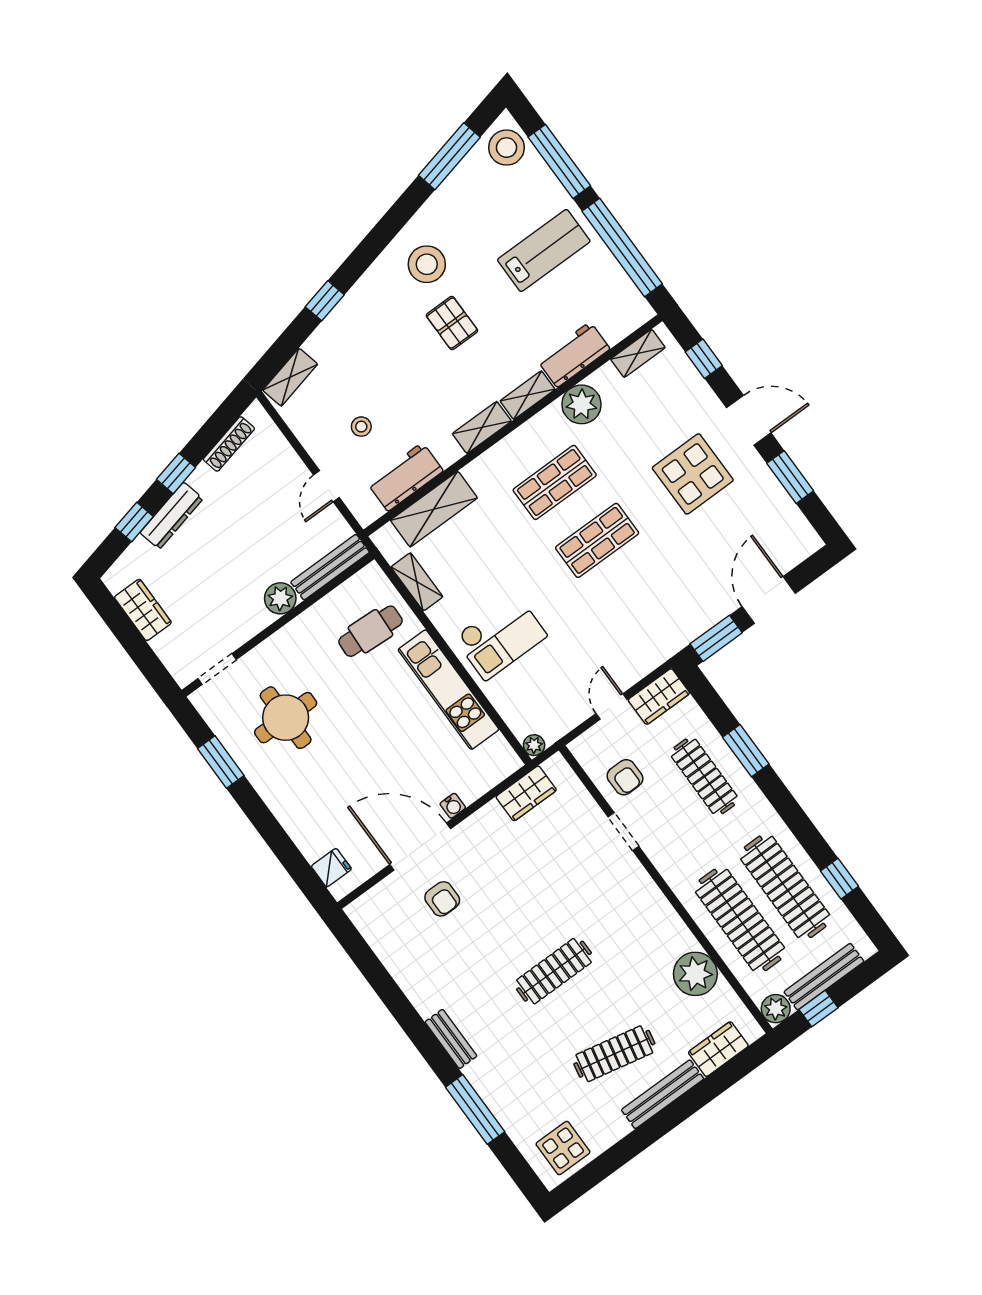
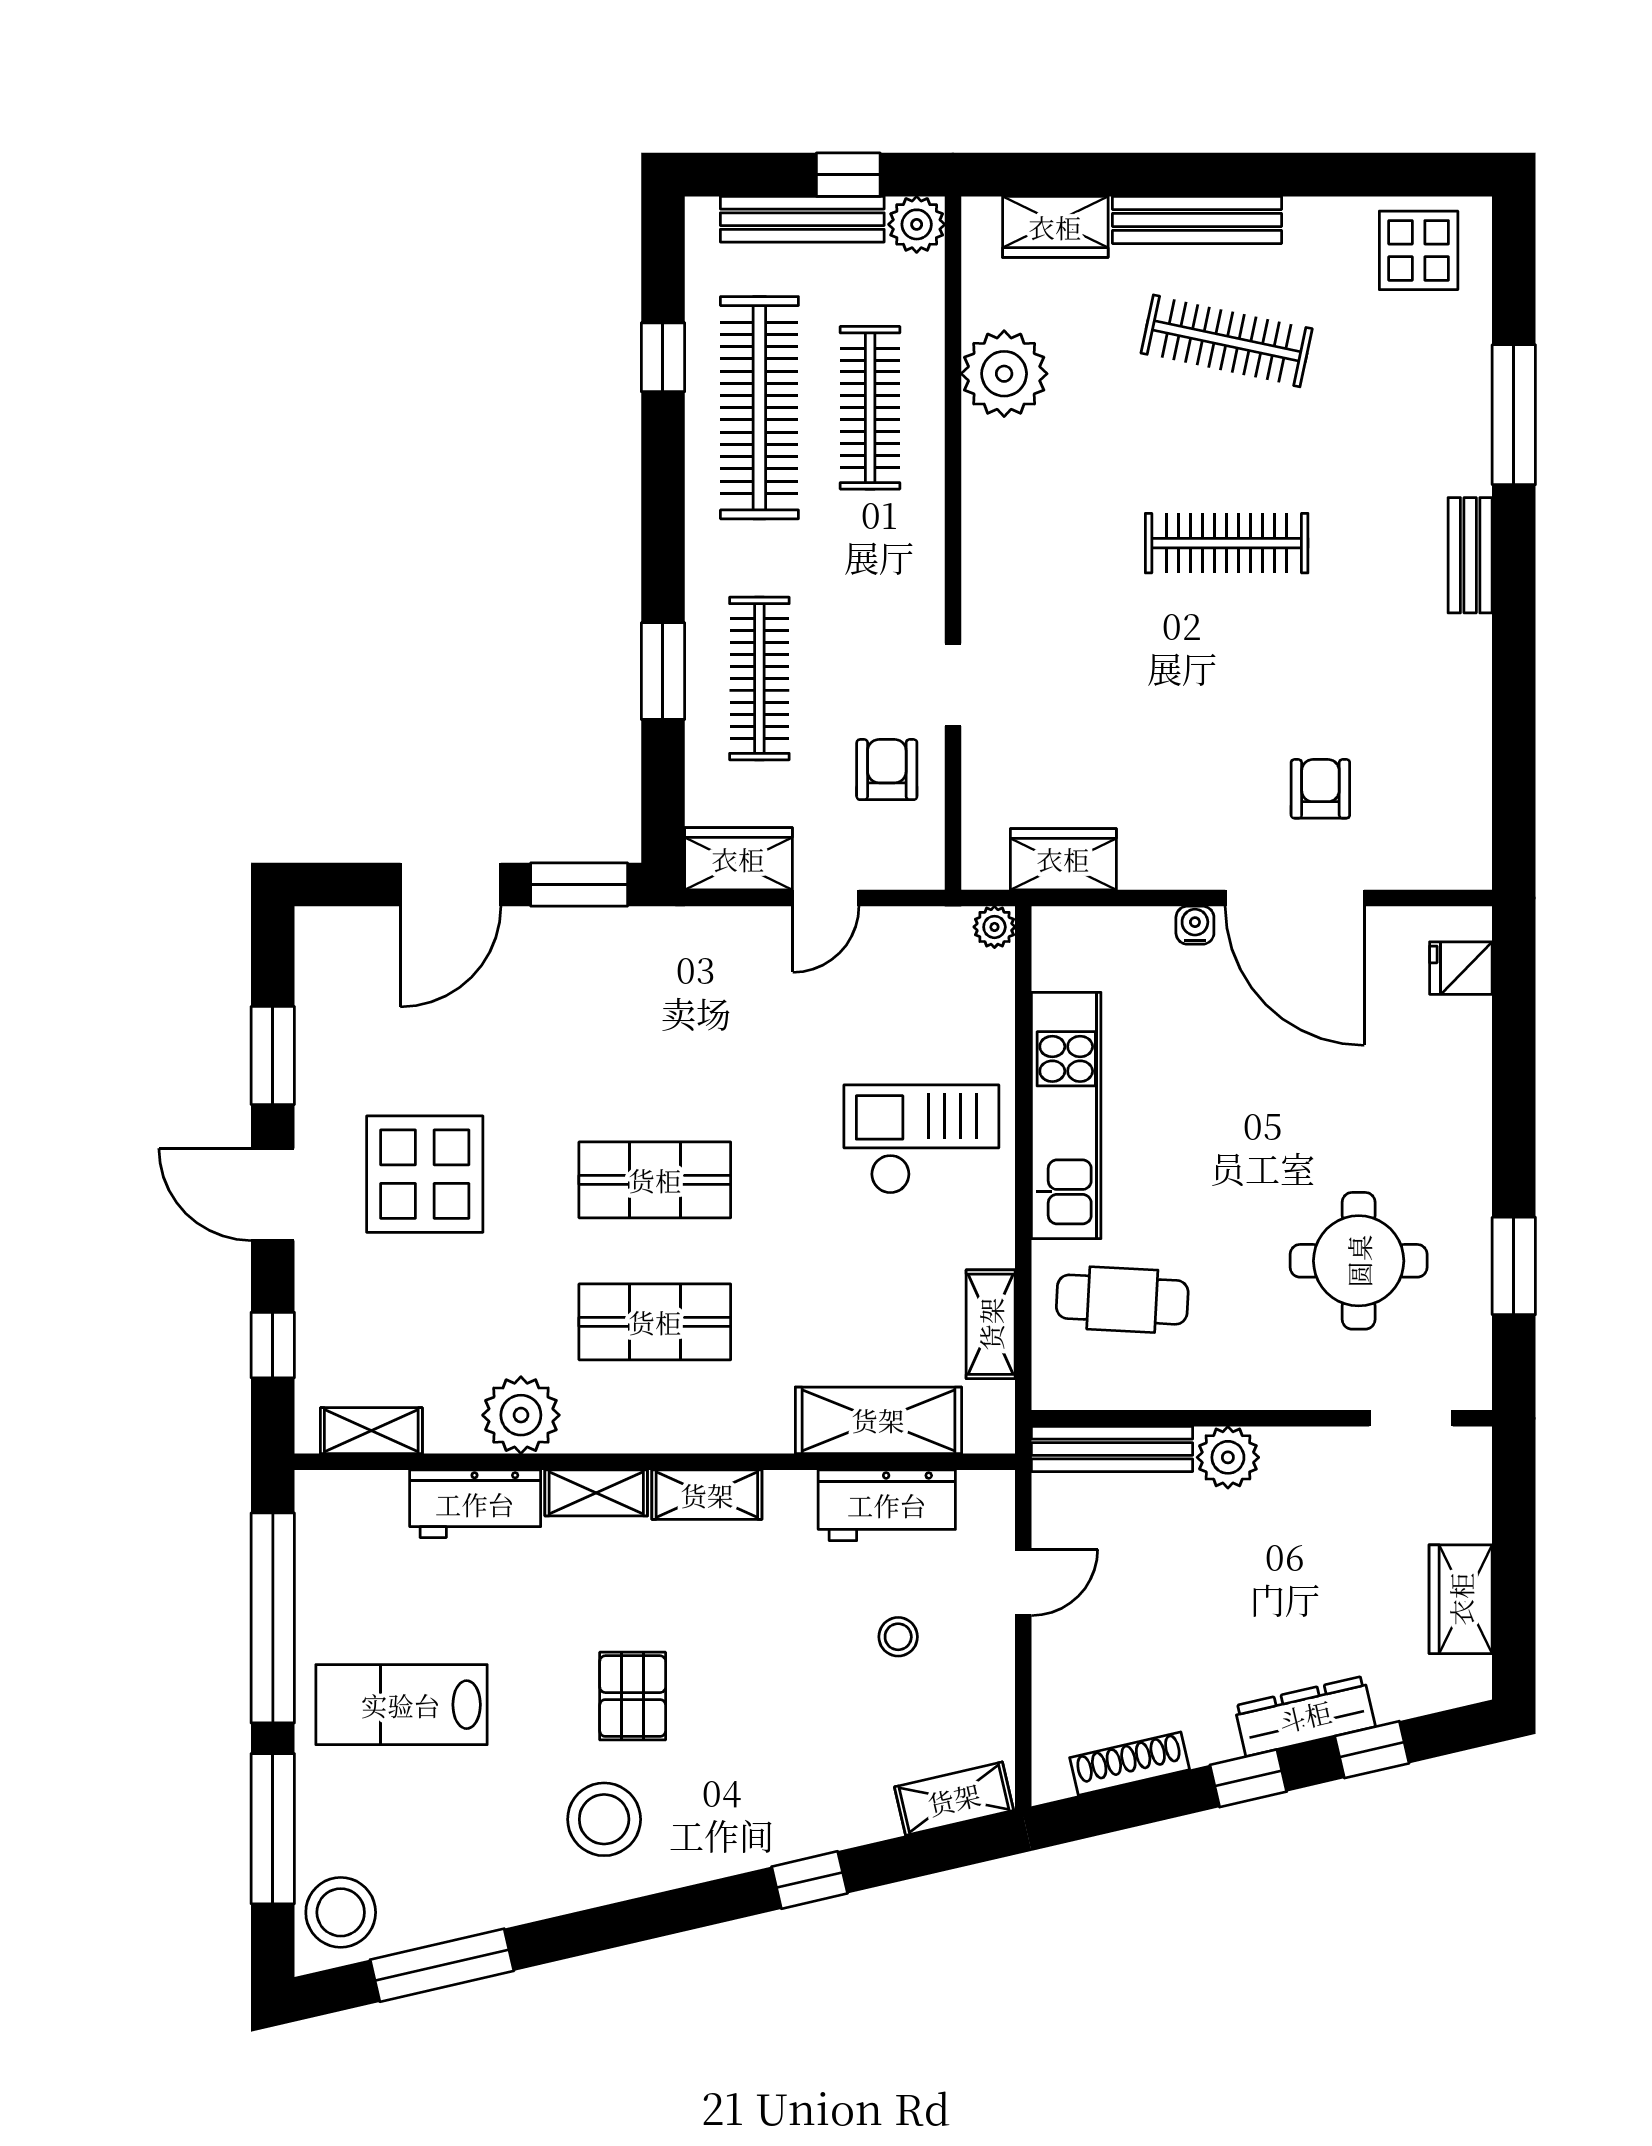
clothes rail: (740, 920) -> (870, 408), width x0.73, depth x0.76

